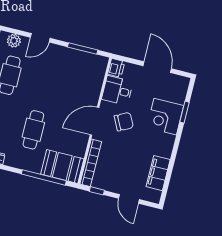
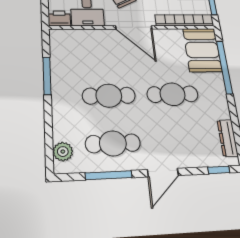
door: (40, 38) -> (48, 118), removed
window: (83, 48) -> (47, 76), moved
cafe table: (45, 84) -> (109, 96), added

